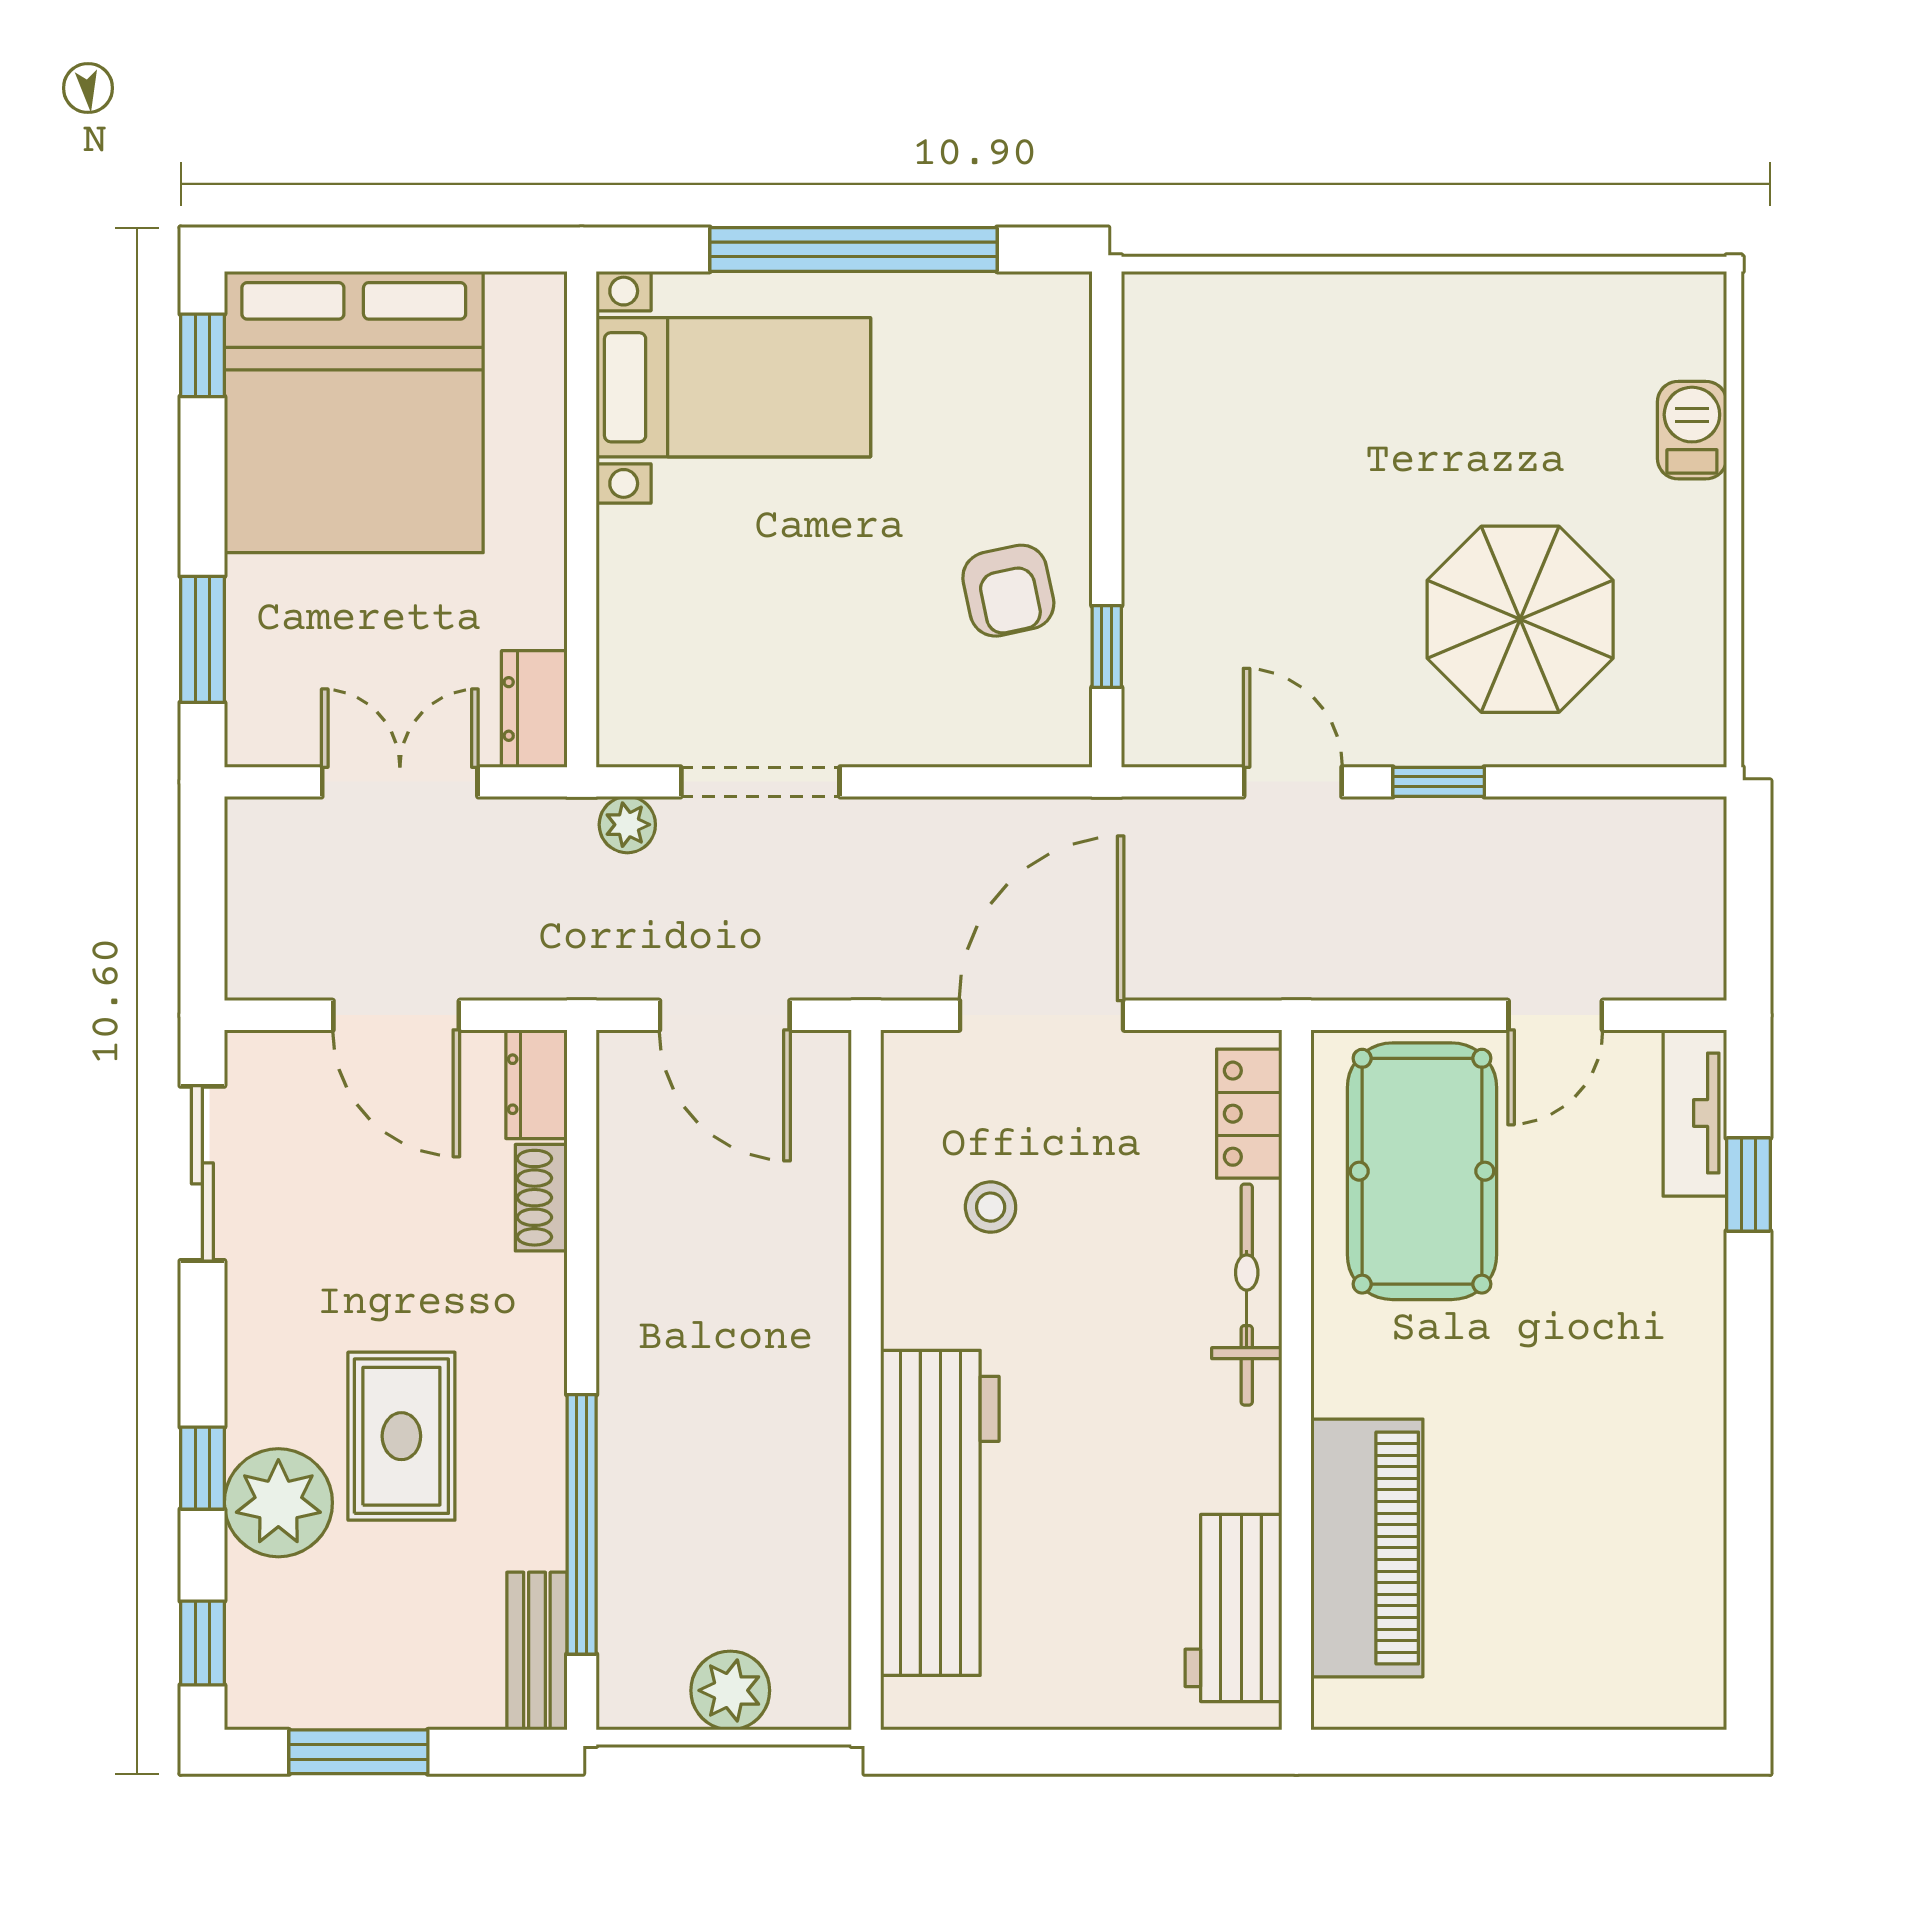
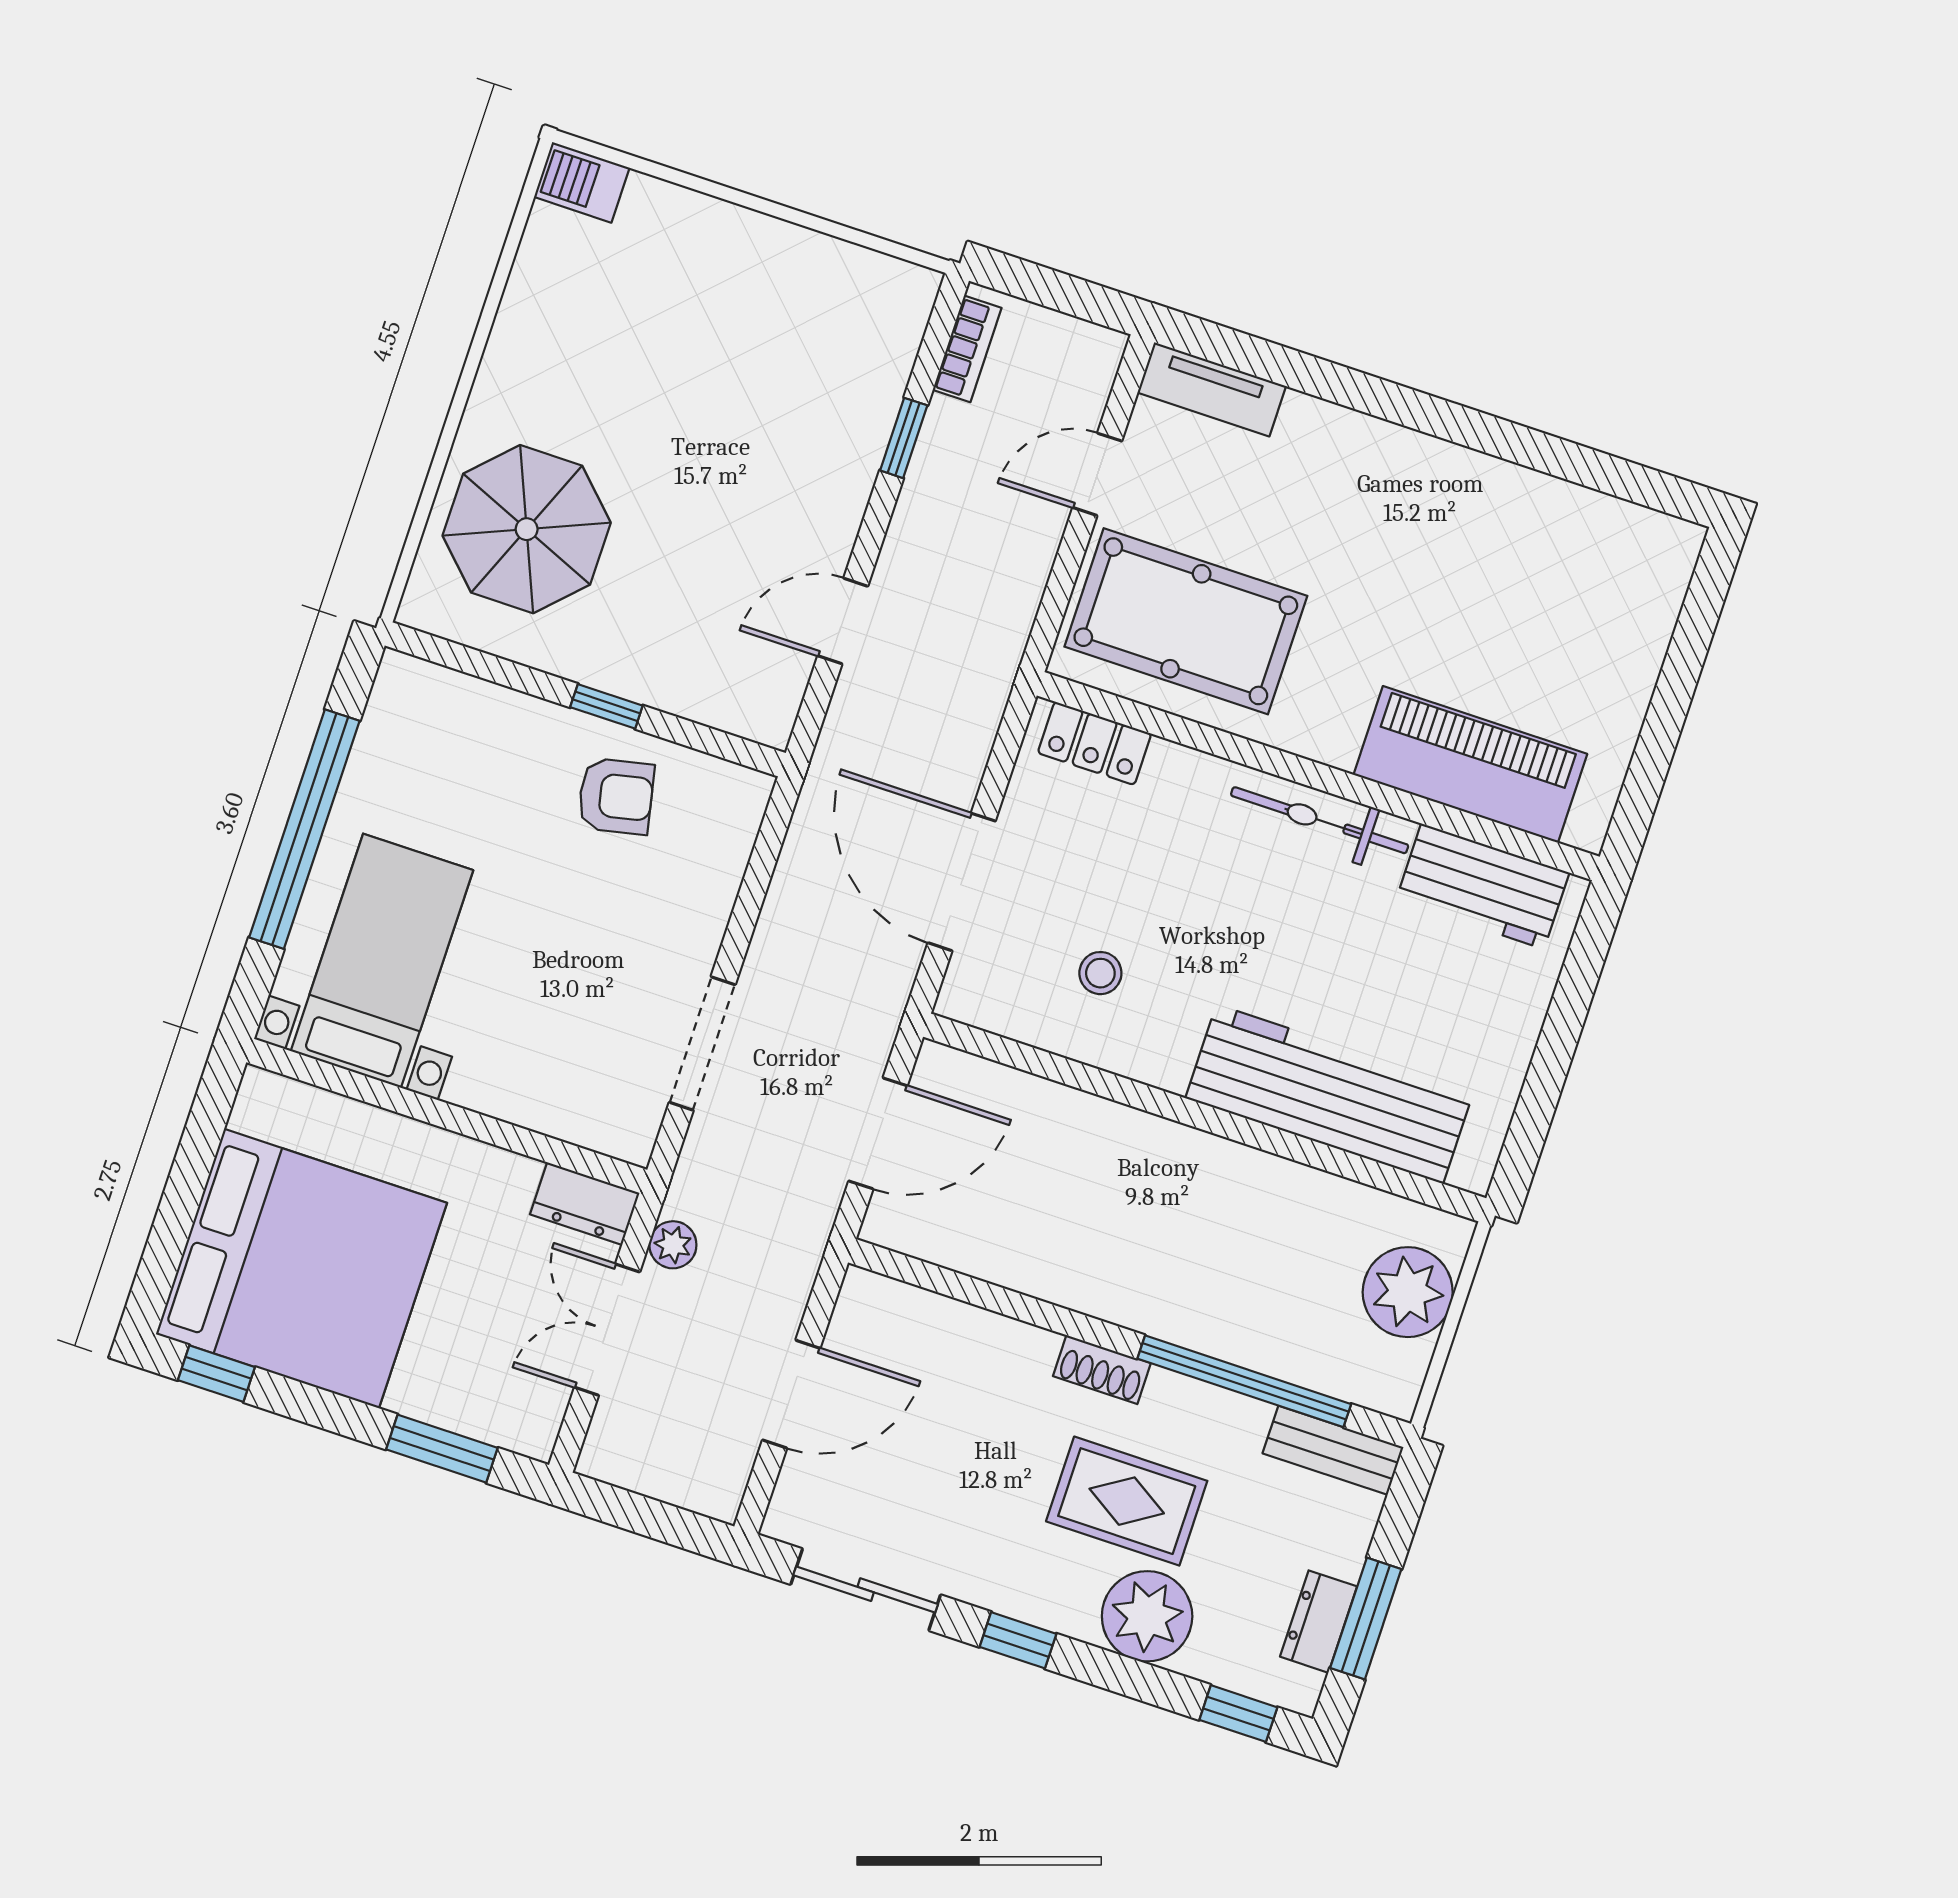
barbecue: (1692, 430) -> (582, 182), moved
parasol: (1520, 619) -> (527, 529), moved
window: (1107, 646) -> (606, 706), moved
window: (1439, 782) -> (904, 438), moved
bookcase: (1648, 820) -> (967, 349), added
plant: (627, 825) -> (673, 1245), moved
door: (1555, 1015) -> (1097, 474), swing flipped
dresser: (536, 1084) -> (1319, 1622), moved, turned 90
window: (1748, 1185) -> (1283, 366), removed
shoe rack: (541, 1198) -> (1102, 1370), moved
bicycle: (1247, 1295) -> (1320, 820), moved
window: (202, 1468) -> (1018, 1640), moved
plant: (730, 1690) -> (1408, 1292), width x1.36, depth x1.36

